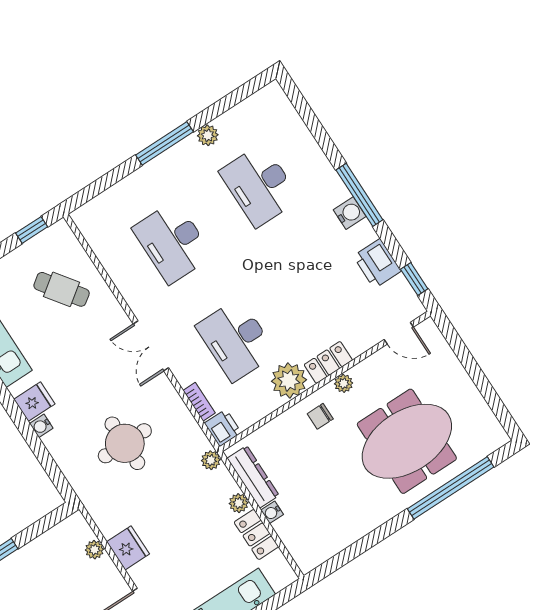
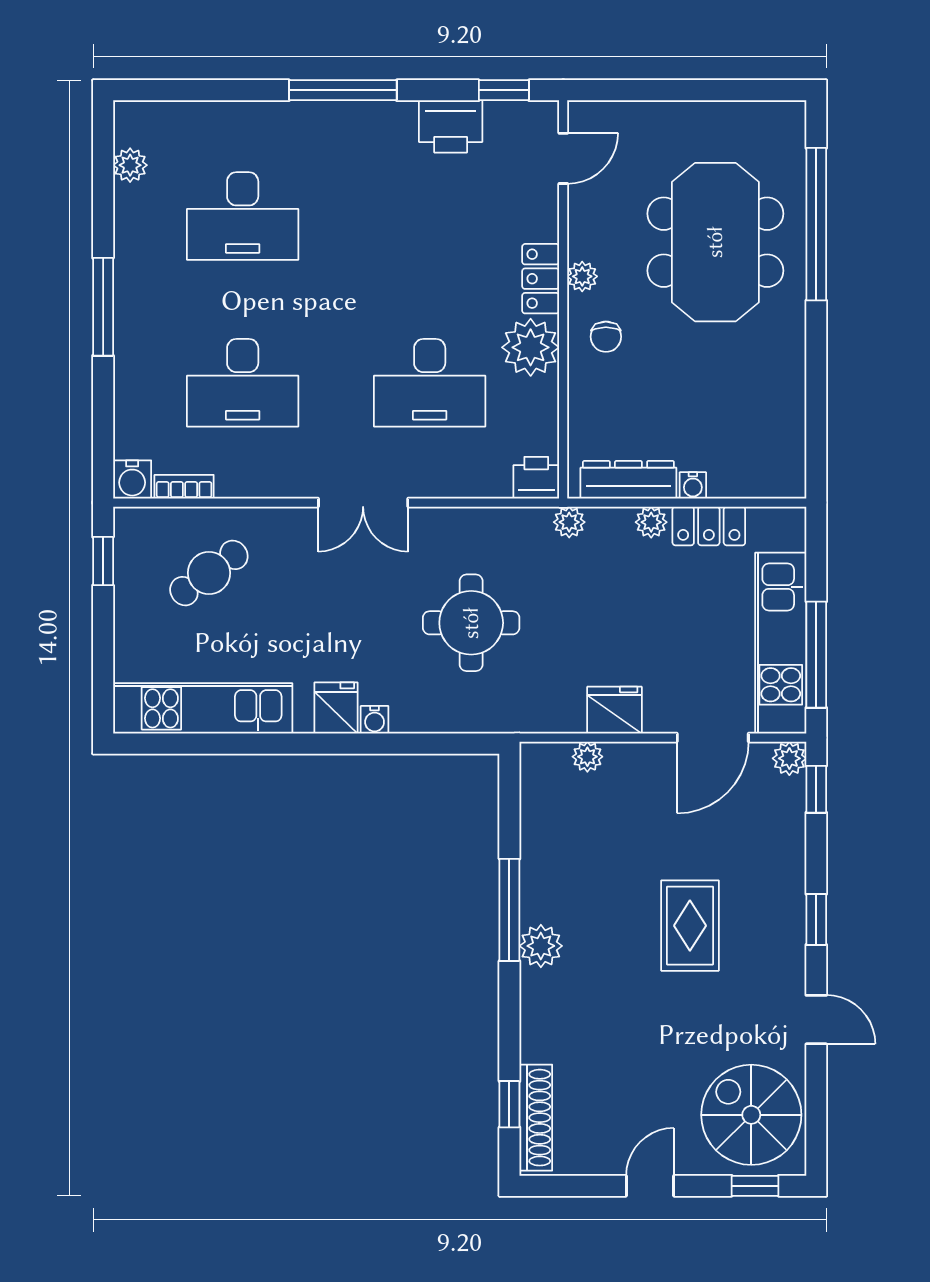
plant: (208, 135) -> (130, 165), moved
water cooler: (350, 213) -> (132, 479), moved, turned 180
bookcase: (199, 402) -> (184, 487), moved

